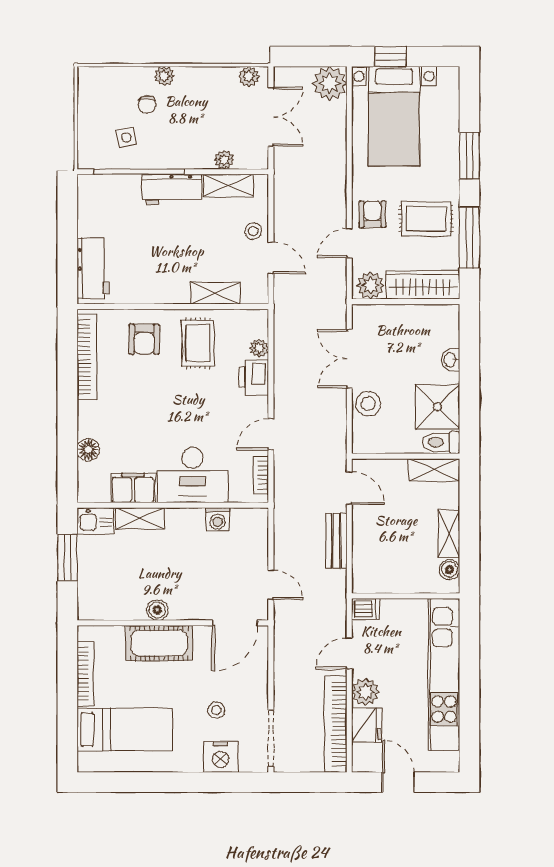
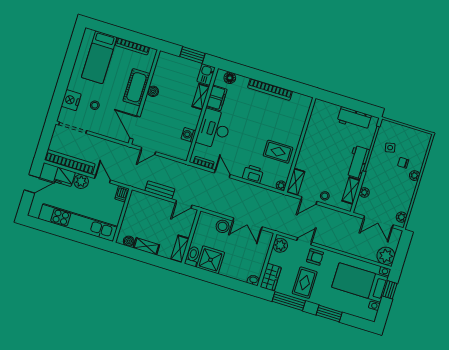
door: (349, 243) -> (304, 241), hinge flipped
workbench: (93, 268) -> (354, 119), moved
wardrobe: (423, 285) -> (271, 277), width x0.67
shelving: (215, 293) -> (296, 182), moved
armchair: (144, 339) -> (288, 126), removed
plant: (259, 348) -> (281, 186), moved
bookcase: (87, 357) -> (270, 89), moved
double door: (349, 359) -> (248, 224), swing flipped
washbasin: (451, 360) -> (254, 280), moved
floor lamp: (88, 450) -> (230, 78), moved

